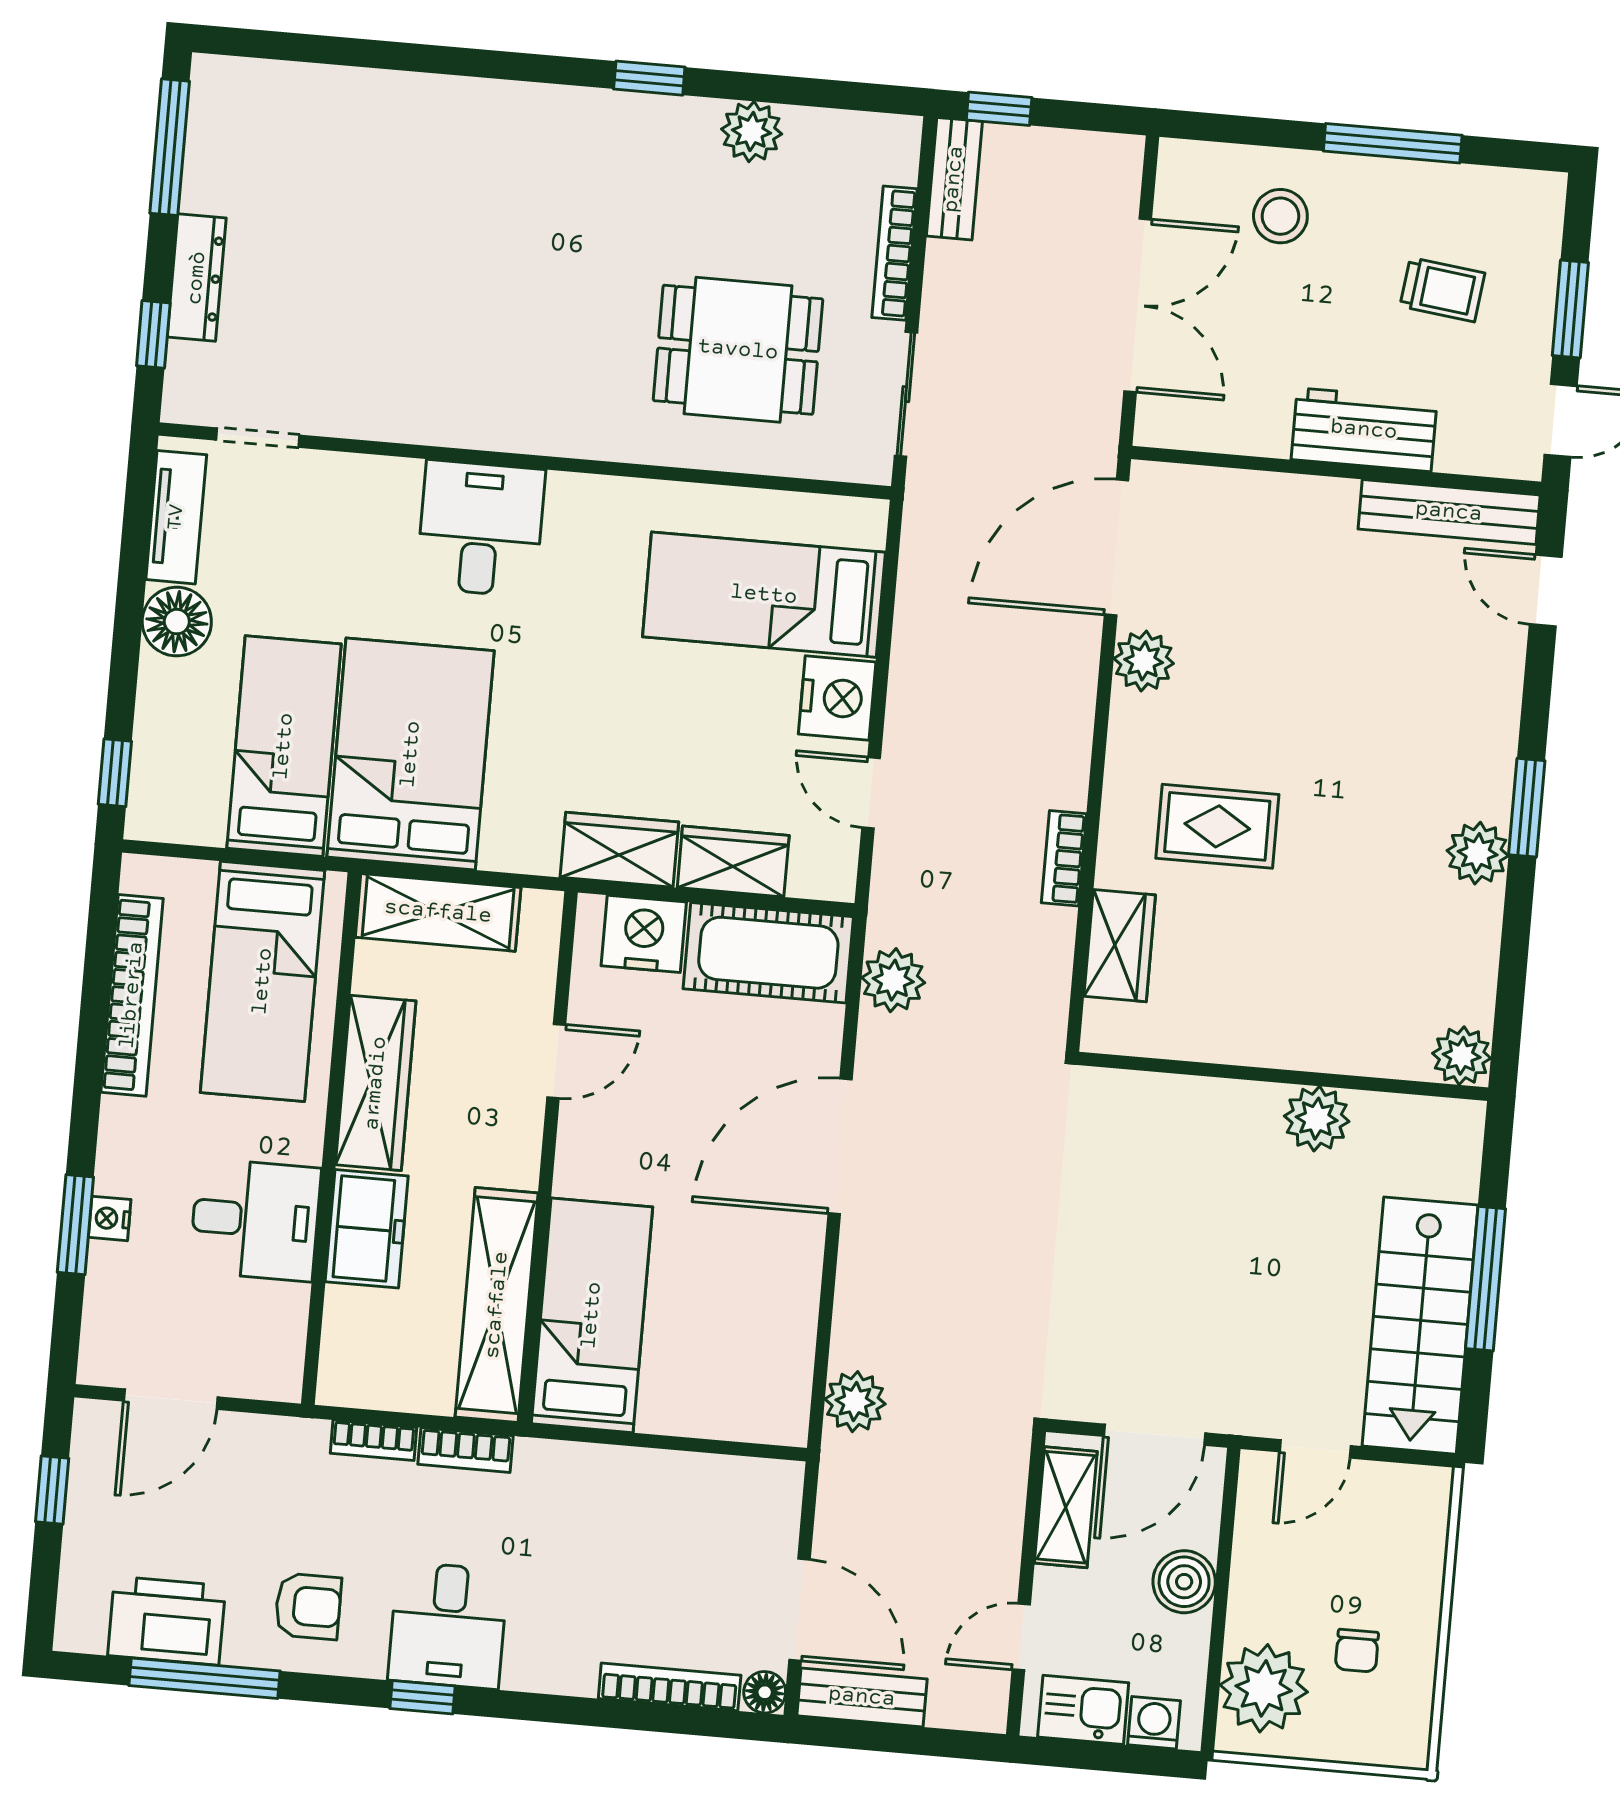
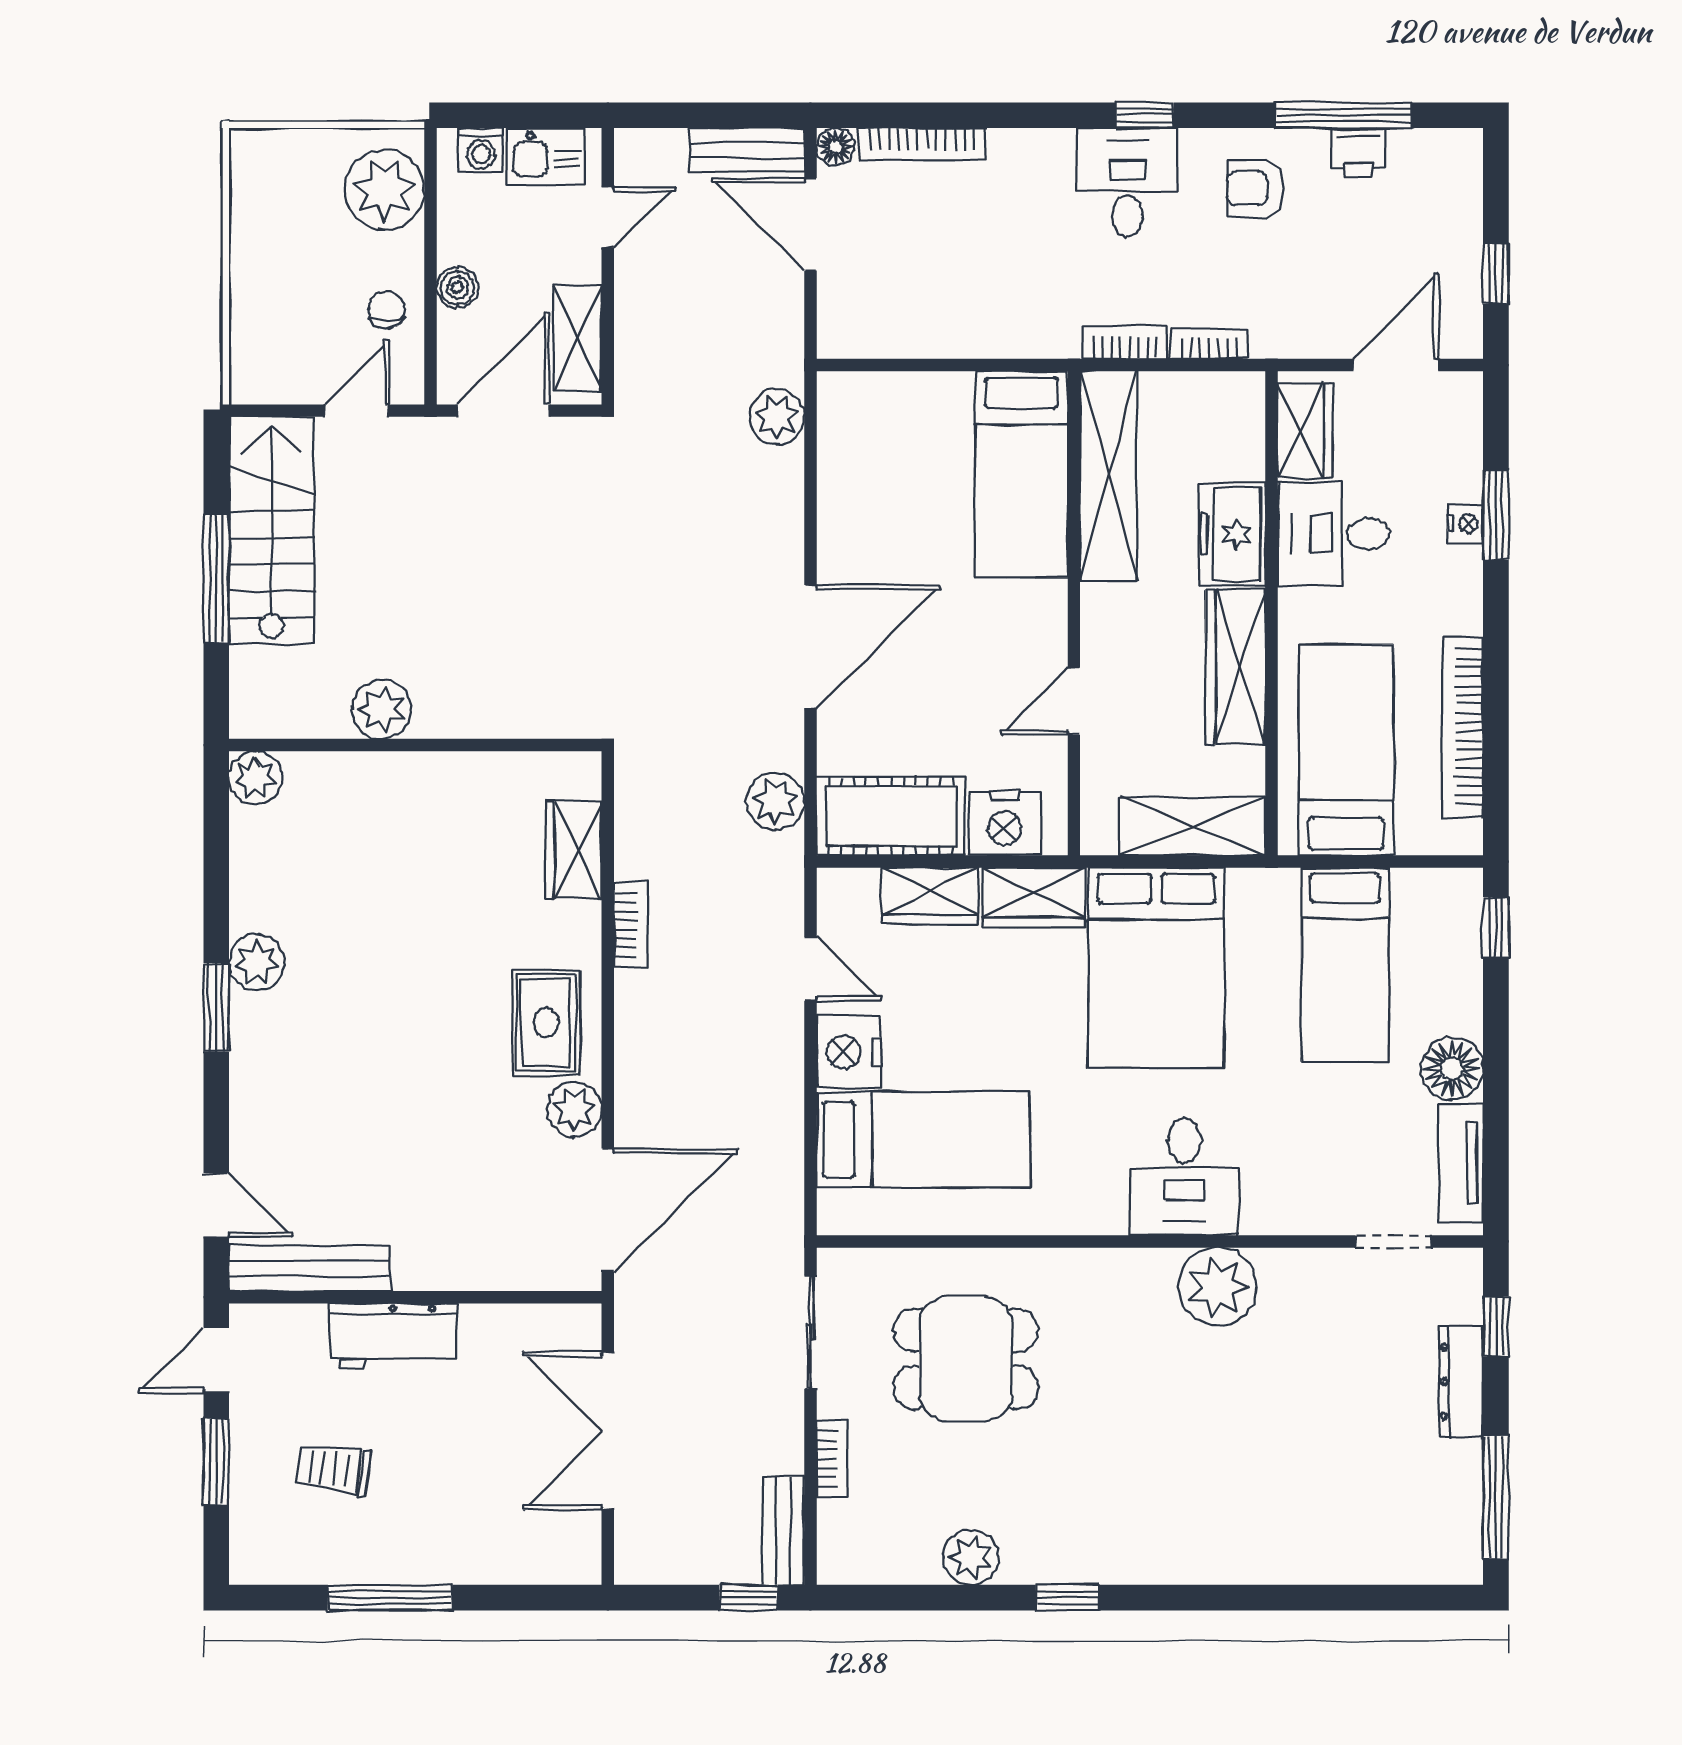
stool: (1280, 216) -> (486, 1523), removed
bookcase: (895, 253) -> (832, 1459), width x0.64
plant: (454, 405) -> (1218, 1287), added
bed: (411, 754) -> (1156, 968), moved
rug: (1217, 826) -> (546, 1023), moved, turned 90
wardrobe: (277, 1336) -> (1305, 431), added
boiler: (1184, 1582) -> (457, 288), width x0.73, depth x0.73
printer: (167, 1621) -> (1358, 153), width x0.53, depth x0.68
chair: (1357, 1651) -> (387, 310), moved

